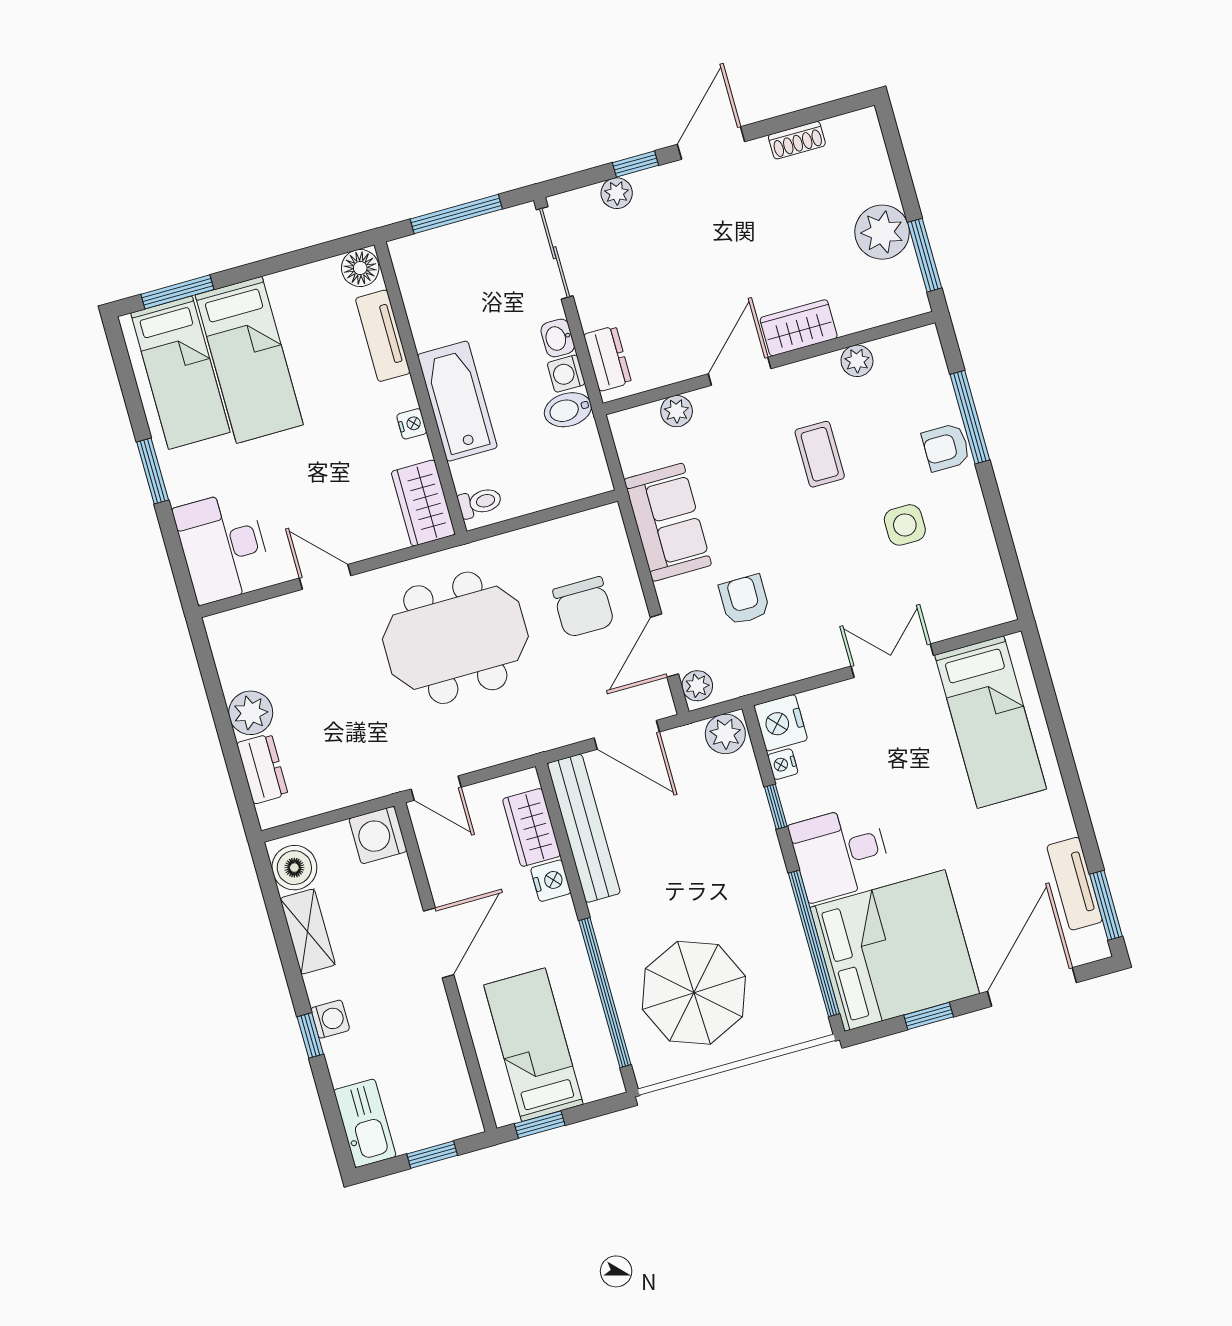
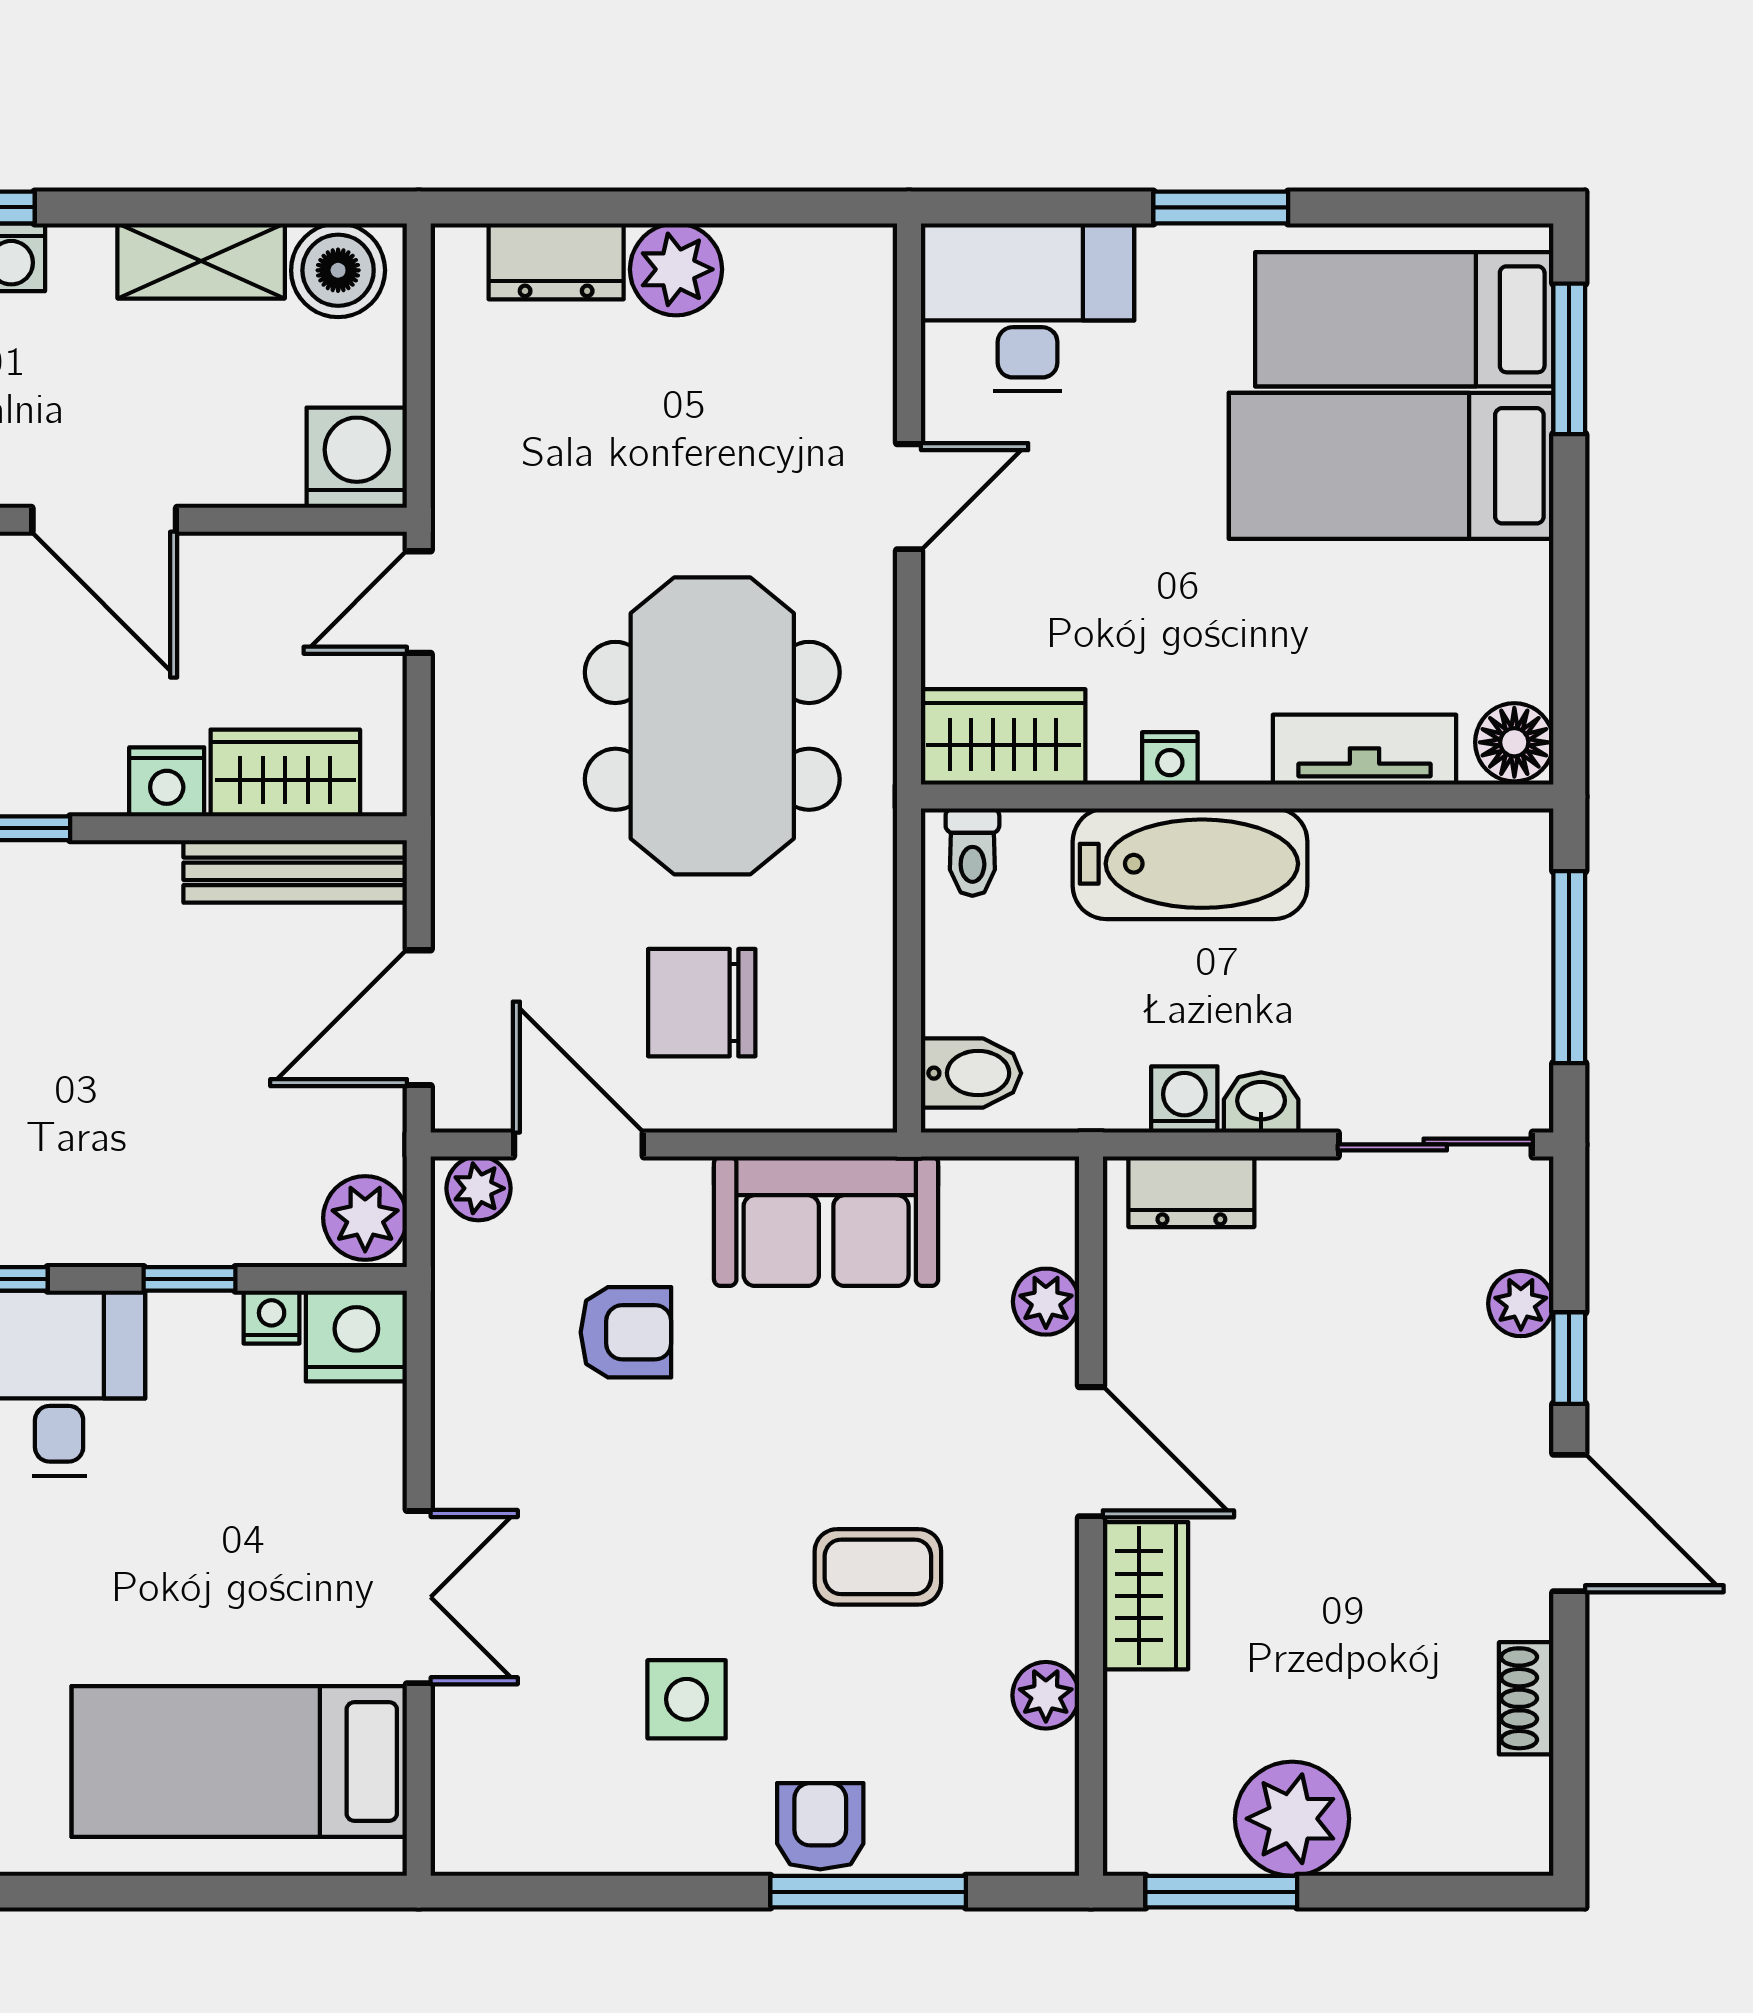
bidet: (568, 410) -> (971, 1073), moved, turned 90
bench: (584, 828) -> (295, 871), width x0.73, depth x0.82

